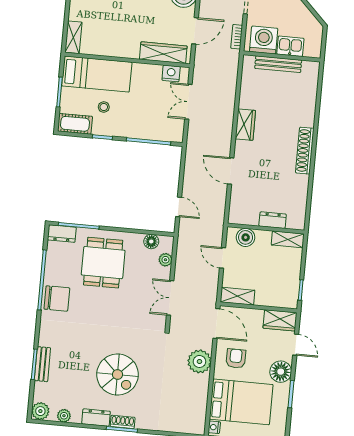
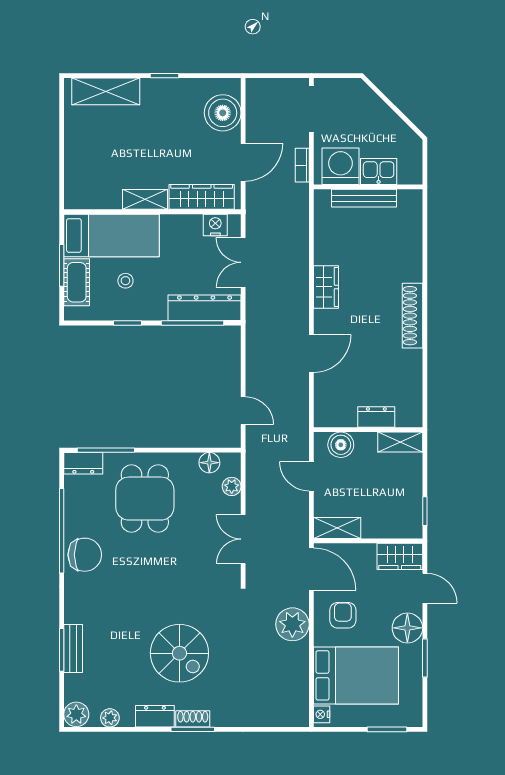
shelving: (73, 37) -> (145, 199), moved, turned 90
cot: (75, 124) -> (77, 282), moved, turned 90
dresser: (158, 131) -> (205, 308), added
door: (231, 171) -> (311, 354), swing flipped

